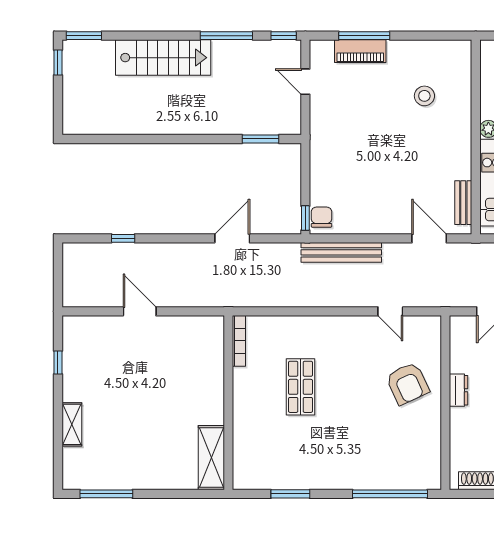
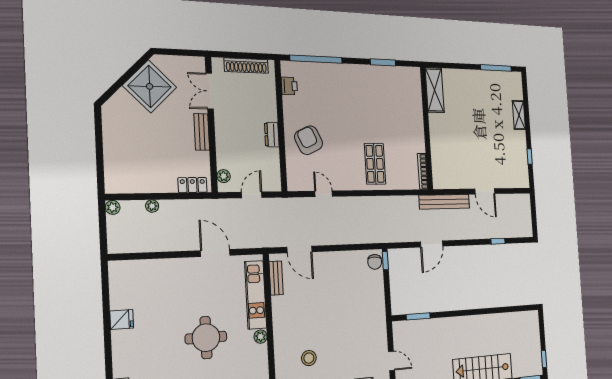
bench: (341, 252) -> (444, 202), moved
shop shelf: (300, 387) -> (375, 164), moved
printer: (431, 456) -> (289, 86), added

